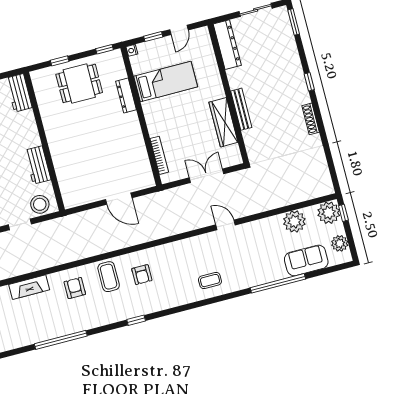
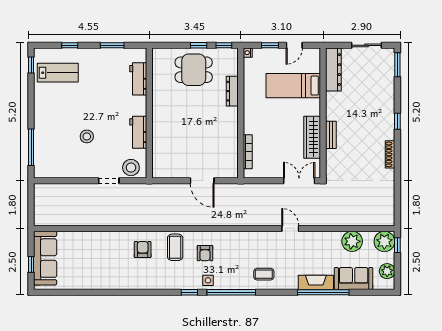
window: (60, 61) -> (199, 45), moved
bed: (166, 82) -> (293, 86), moved, turned 180
workbench: (19, 93) -> (138, 79), moved
bench: (241, 109) -> (331, 135), width x0.73
double door: (207, 176) -> (299, 181), moved
fireplace: (29, 287) -> (316, 282), moved, turned 180
side table: (153, 303) -> (208, 280), added
window: (61, 340) -> (231, 292), moved

